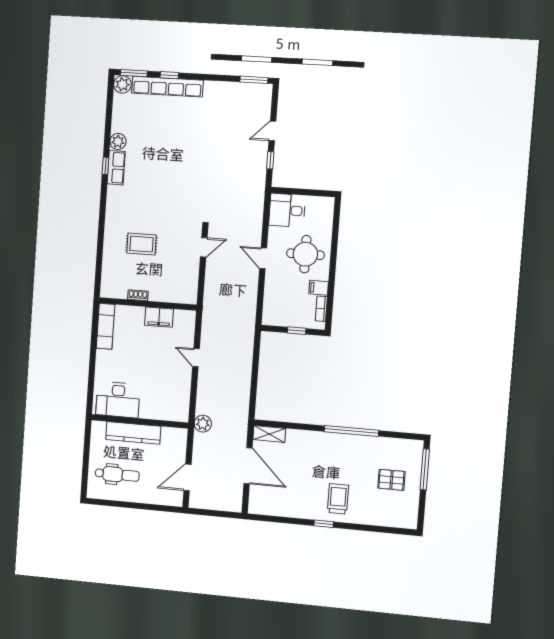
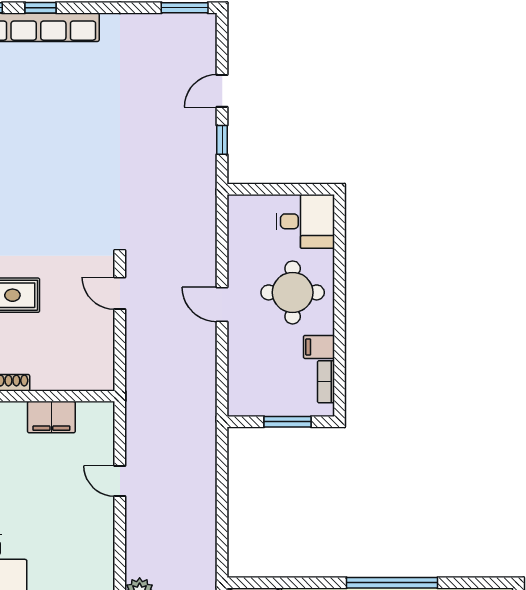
desk: (287, 210) -> (305, 221), moved, turned 180
door: (204, 247) -> (120, 293), swing flipped
window: (297, 331) -> (287, 422), width x1.50

